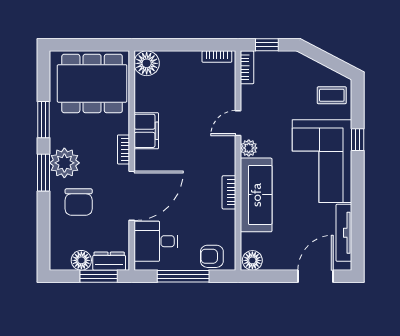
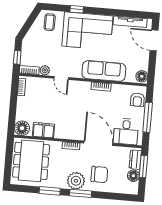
filing cabinet: (146, 131) -> (43, 130), moved
plant: (249, 148) -> (45, 70), moved

